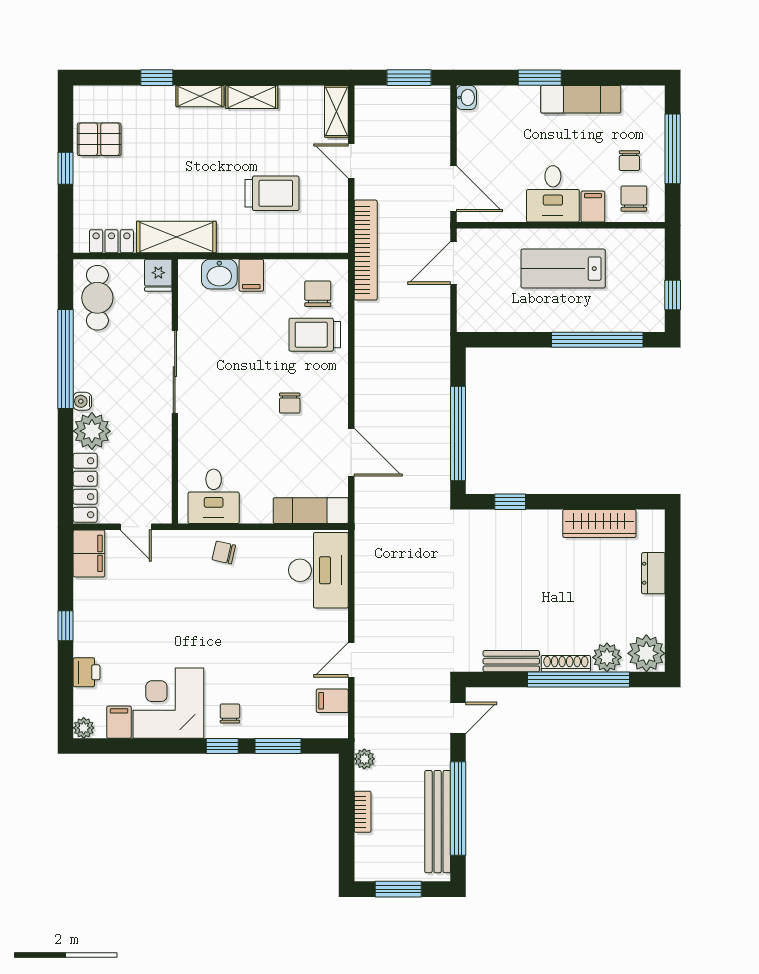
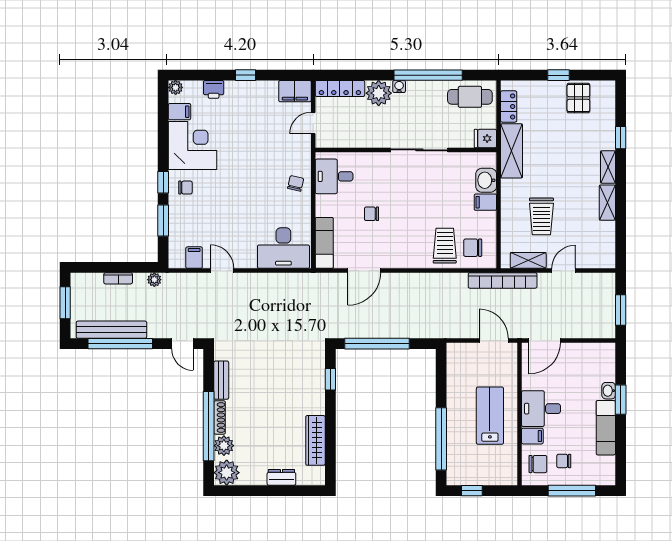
washbasin: (466, 97) -> (609, 391), moved, turned 90
shelving: (336, 111) -> (528, 260), moved
chair: (318, 294) -> (473, 248), turned 180
chair: (290, 403) -> (372, 214), moved

